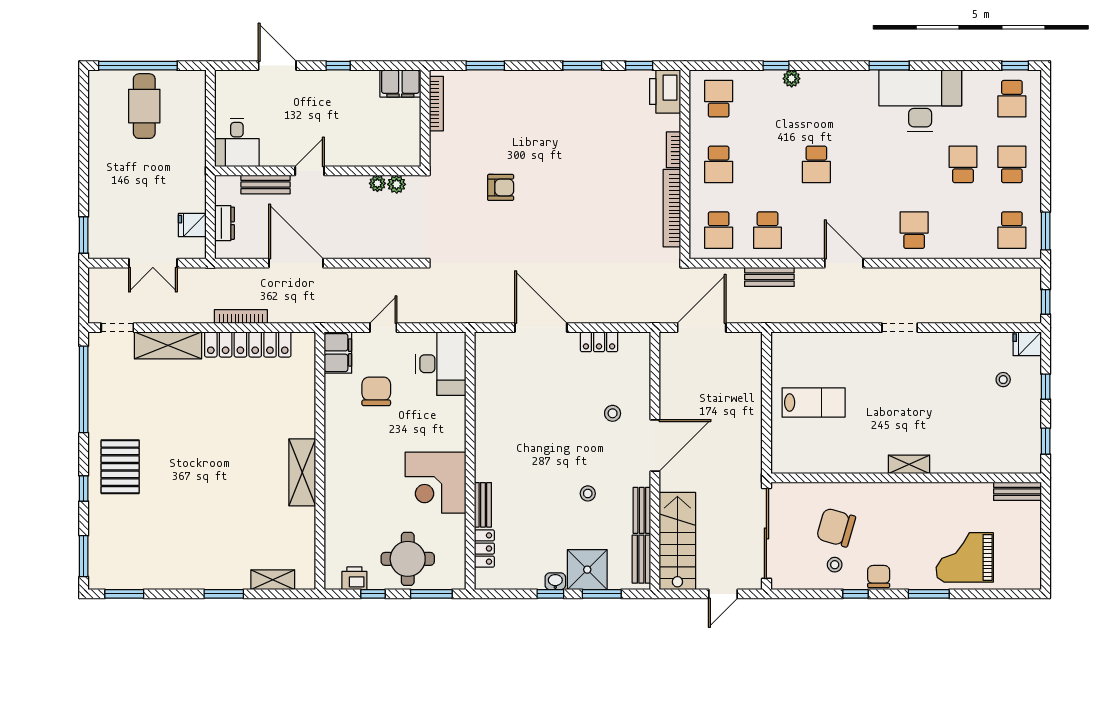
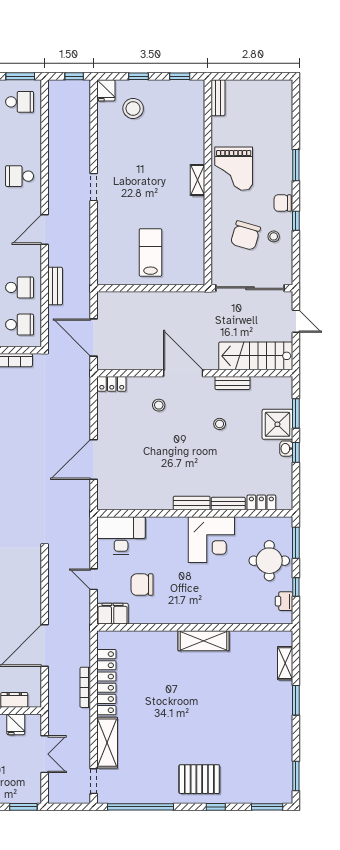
locker: (599, 342) -> (112, 384), moved, turned 90
stool: (1003, 380) -> (133, 108), width x1.89, depth x1.89
grand piano: (965, 557) -> (234, 169), moved
bench: (641, 559) -> (192, 503), moved

